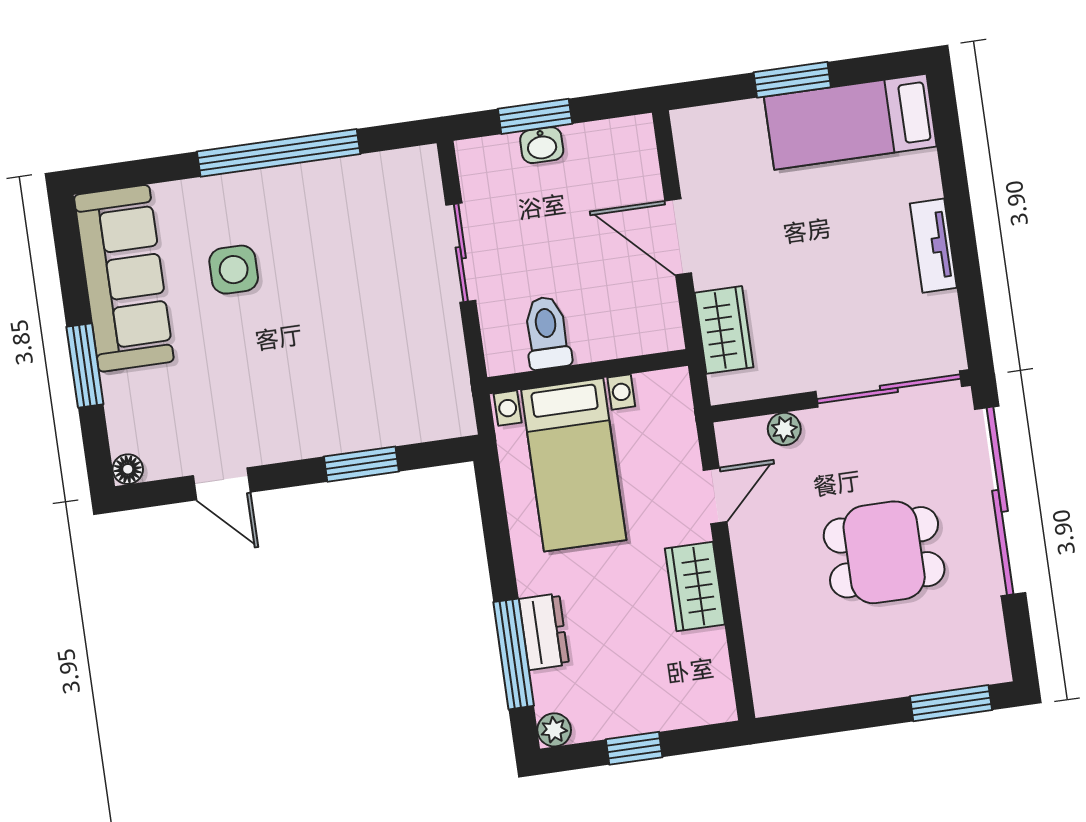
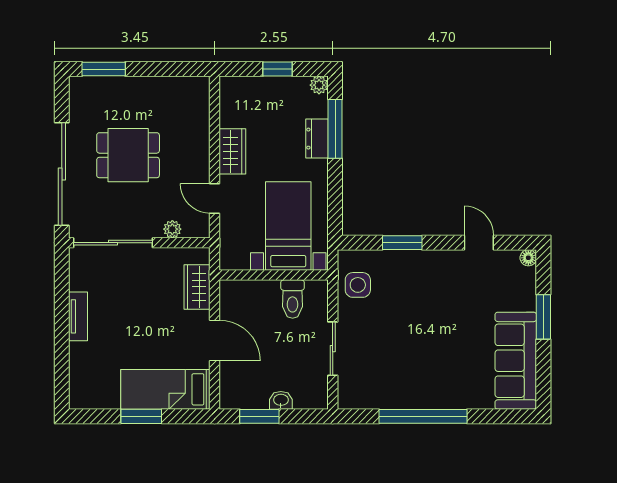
window: (535, 116) -> (259, 416), moved
bed: (850, 122) -> (165, 389), moved, turned 180
side table: (234, 270) -> (358, 285), moved
door: (715, 496) -> (215, 199), hinge flipped

